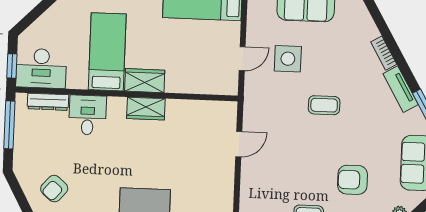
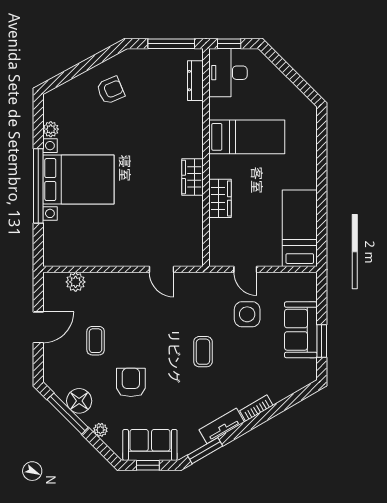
wardrobe: (145, 81) -> (220, 198), moved
desk: (88, 115) -> (184, 120), removed
armchair: (54, 189) -> (111, 90), turned 116

